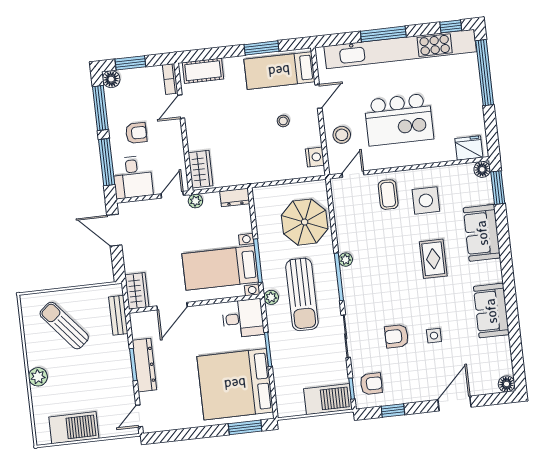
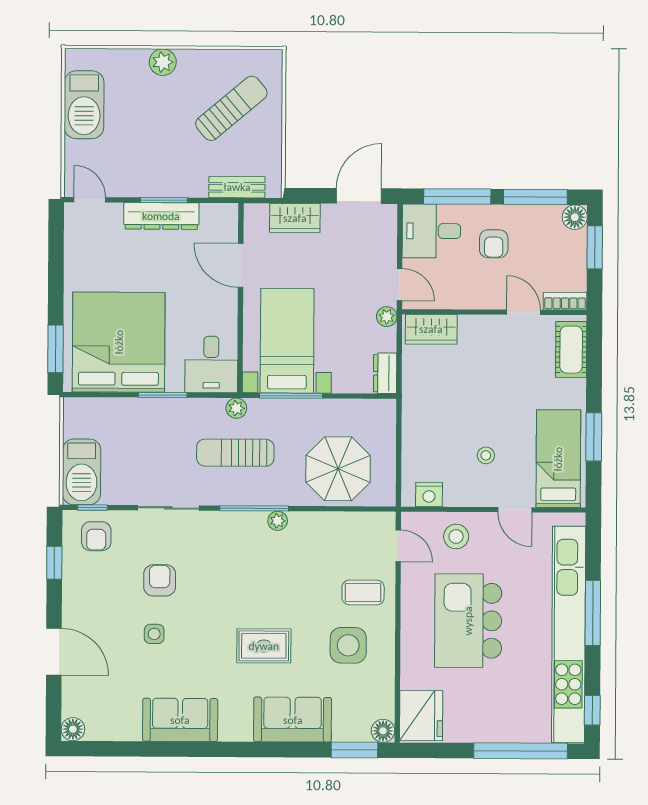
fridge: (469, 148) -> (421, 716), width x1.36, depth x1.34
wardrobe: (137, 291) -> (295, 218), moved
sun lounger: (302, 294) -> (235, 453), width x0.73, depth x0.75

